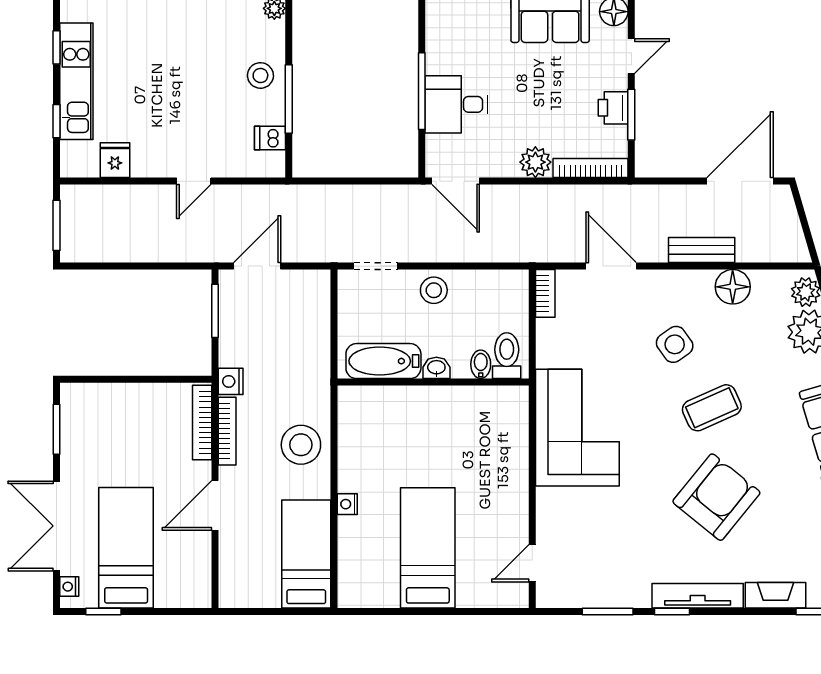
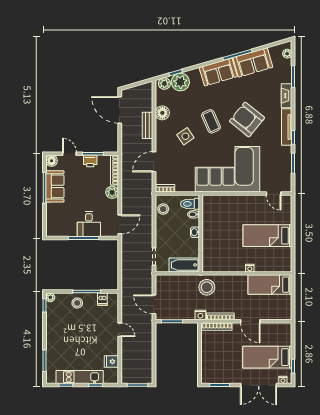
stool: (434, 290) -> (163, 209), moved
bathtub: (383, 361) -> (184, 265), moved, turned 90
corner sofa: (577, 428) -> (228, 169), width x1.36, depth x1.36
stool: (301, 445) -> (207, 287), moved

